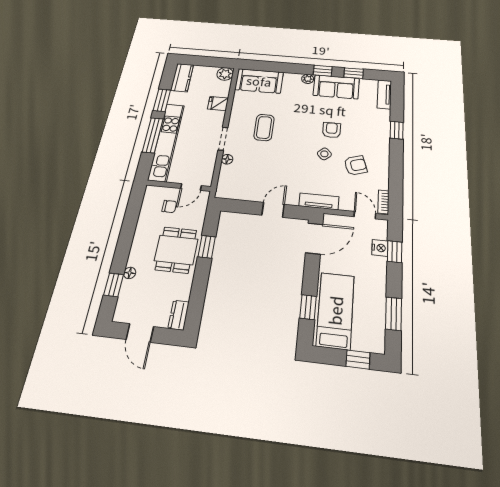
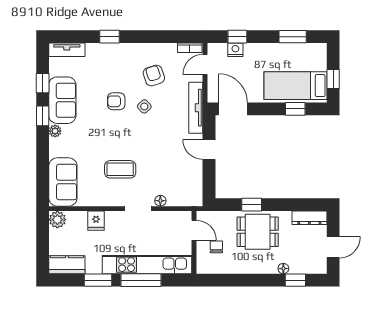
tv unit: (319, 201) -> (196, 108), width x1.41
dresser: (179, 315) -> (309, 218), width x1.44
window: (358, 360) -> (333, 79), moved

